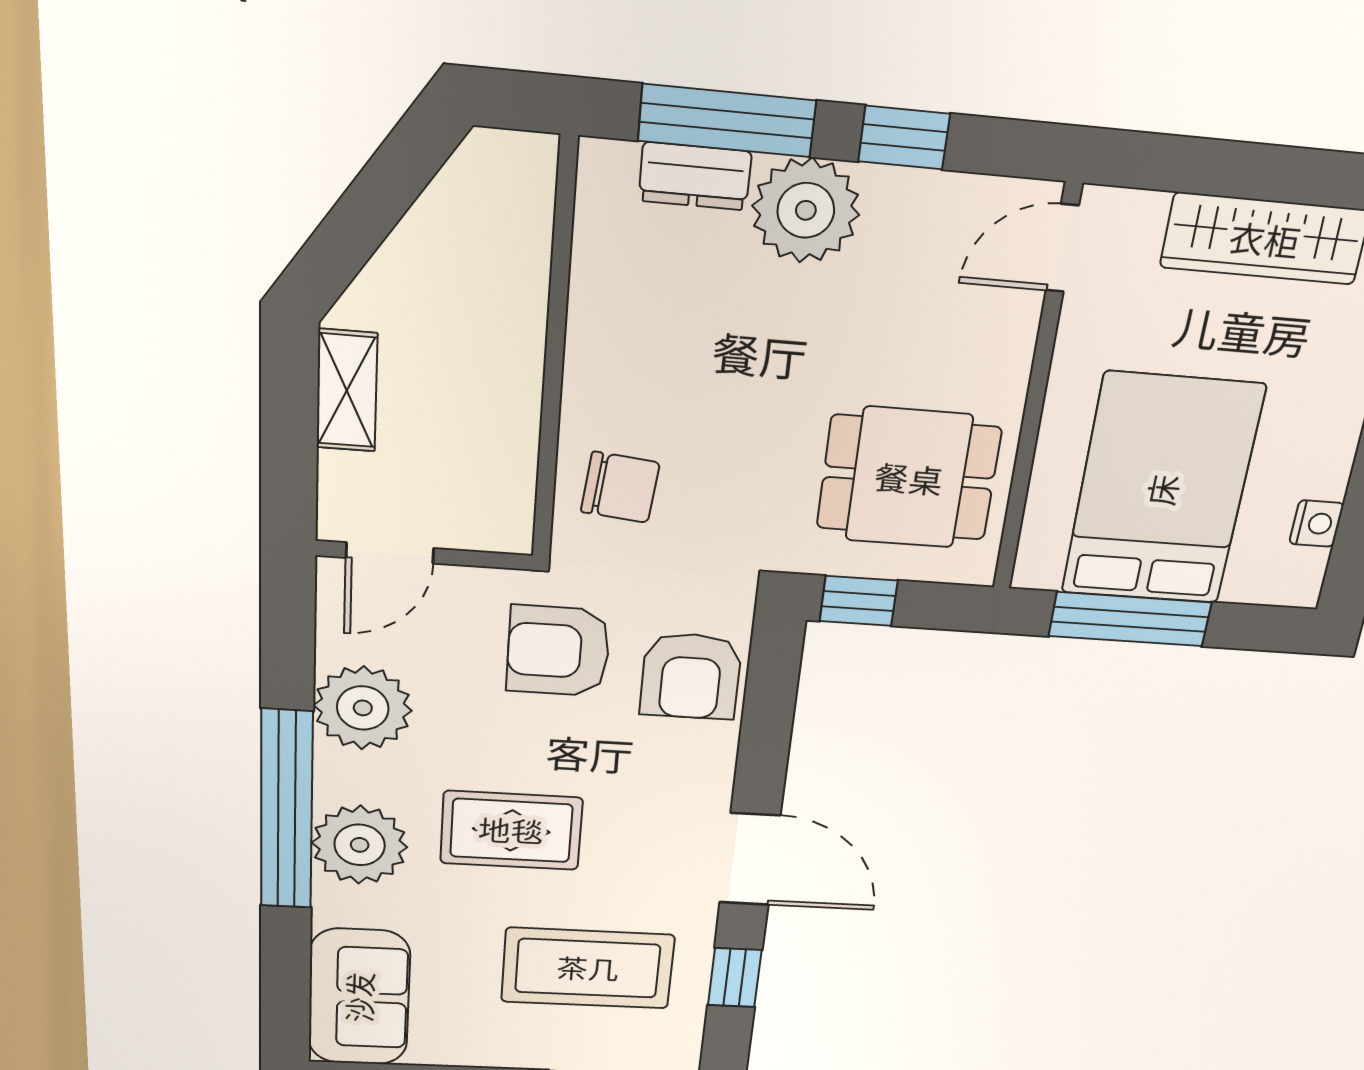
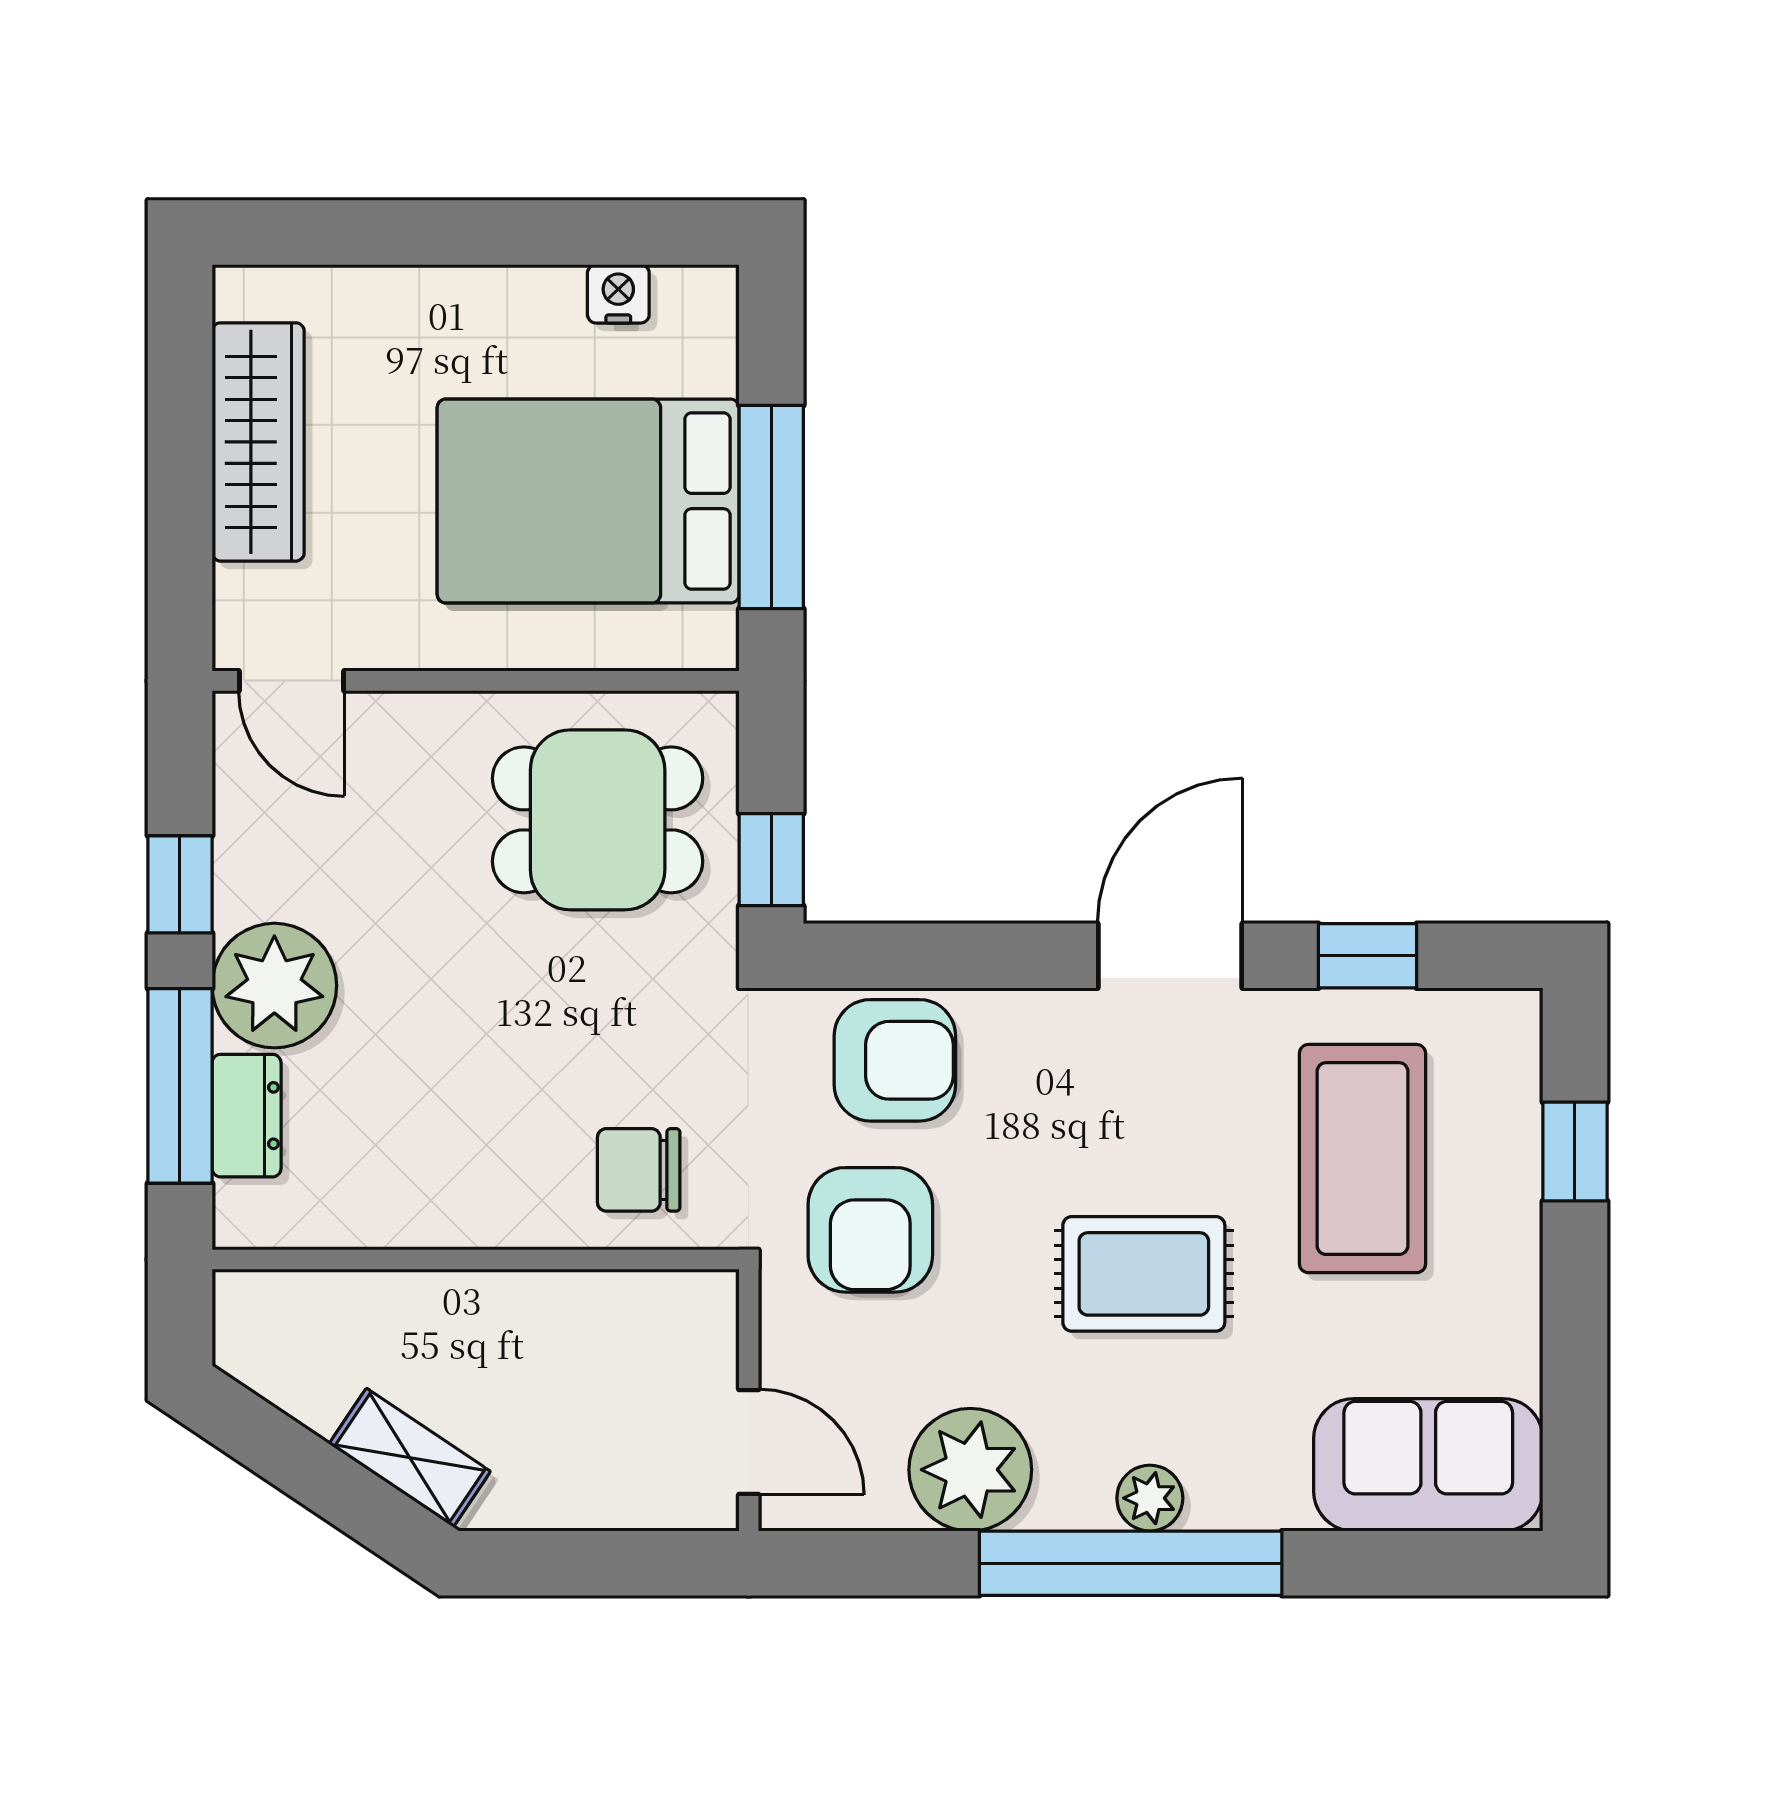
shelving: (347, 391) -> (410, 1458), moved, turned 34
dining table: (909, 478) -> (598, 820), turned 90
chair: (620, 487) -> (639, 1170), turned -96
rug: (511, 830) -> (1144, 1274), turned 90
plant: (360, 845) -> (1150, 1498), width x0.53, depth x0.53

